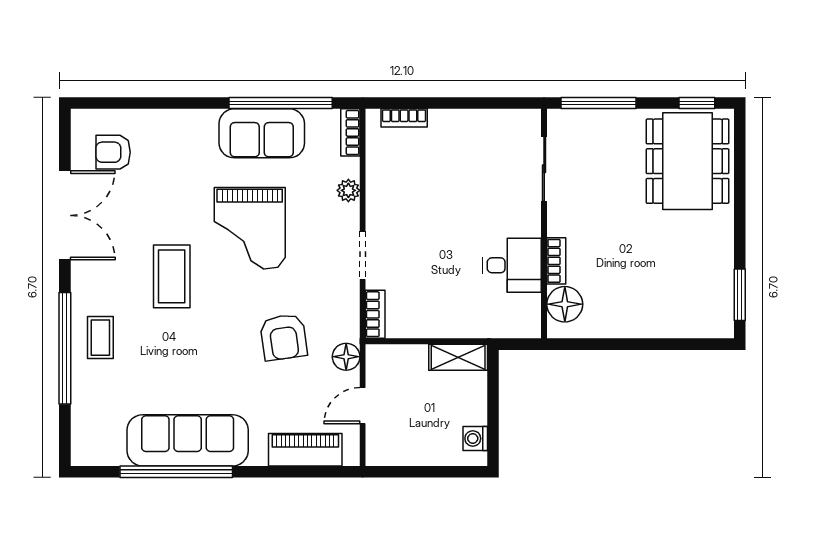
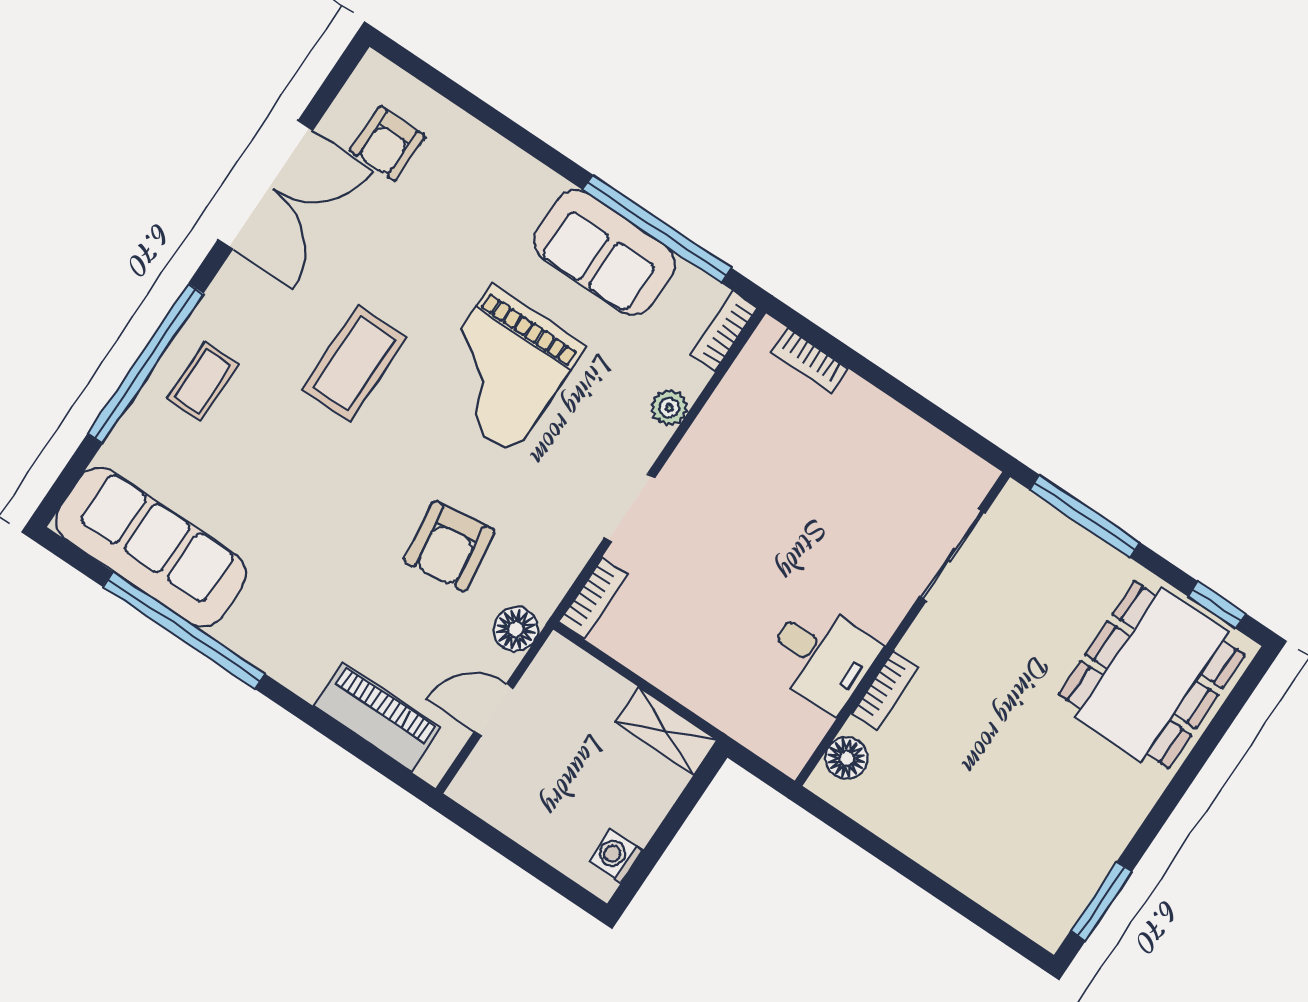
armchair: (113, 152) -> (387, 144), turned -90
floor lamp: (565, 304) -> (846, 758), width x0.73, depth x0.73
sofa: (188, 440) -> (151, 547), moved

